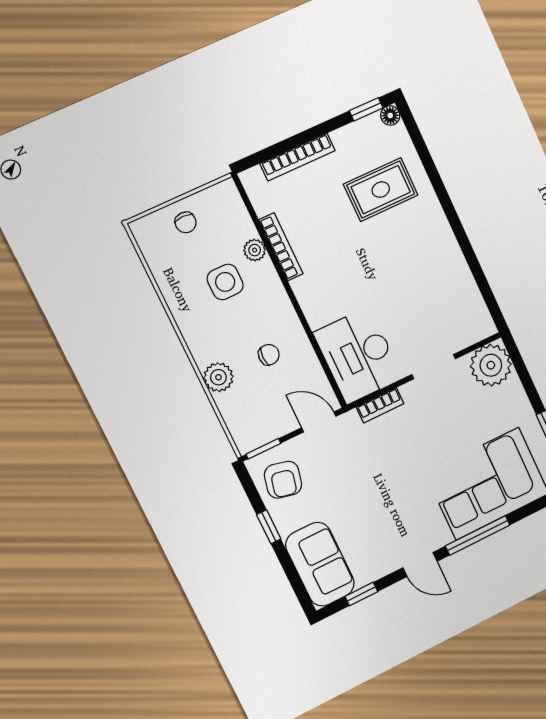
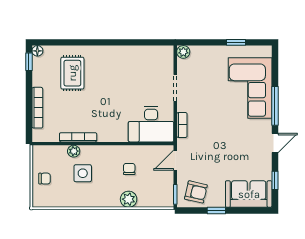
plant: (491, 365) -> (183, 52), width x0.53, depth x0.53

